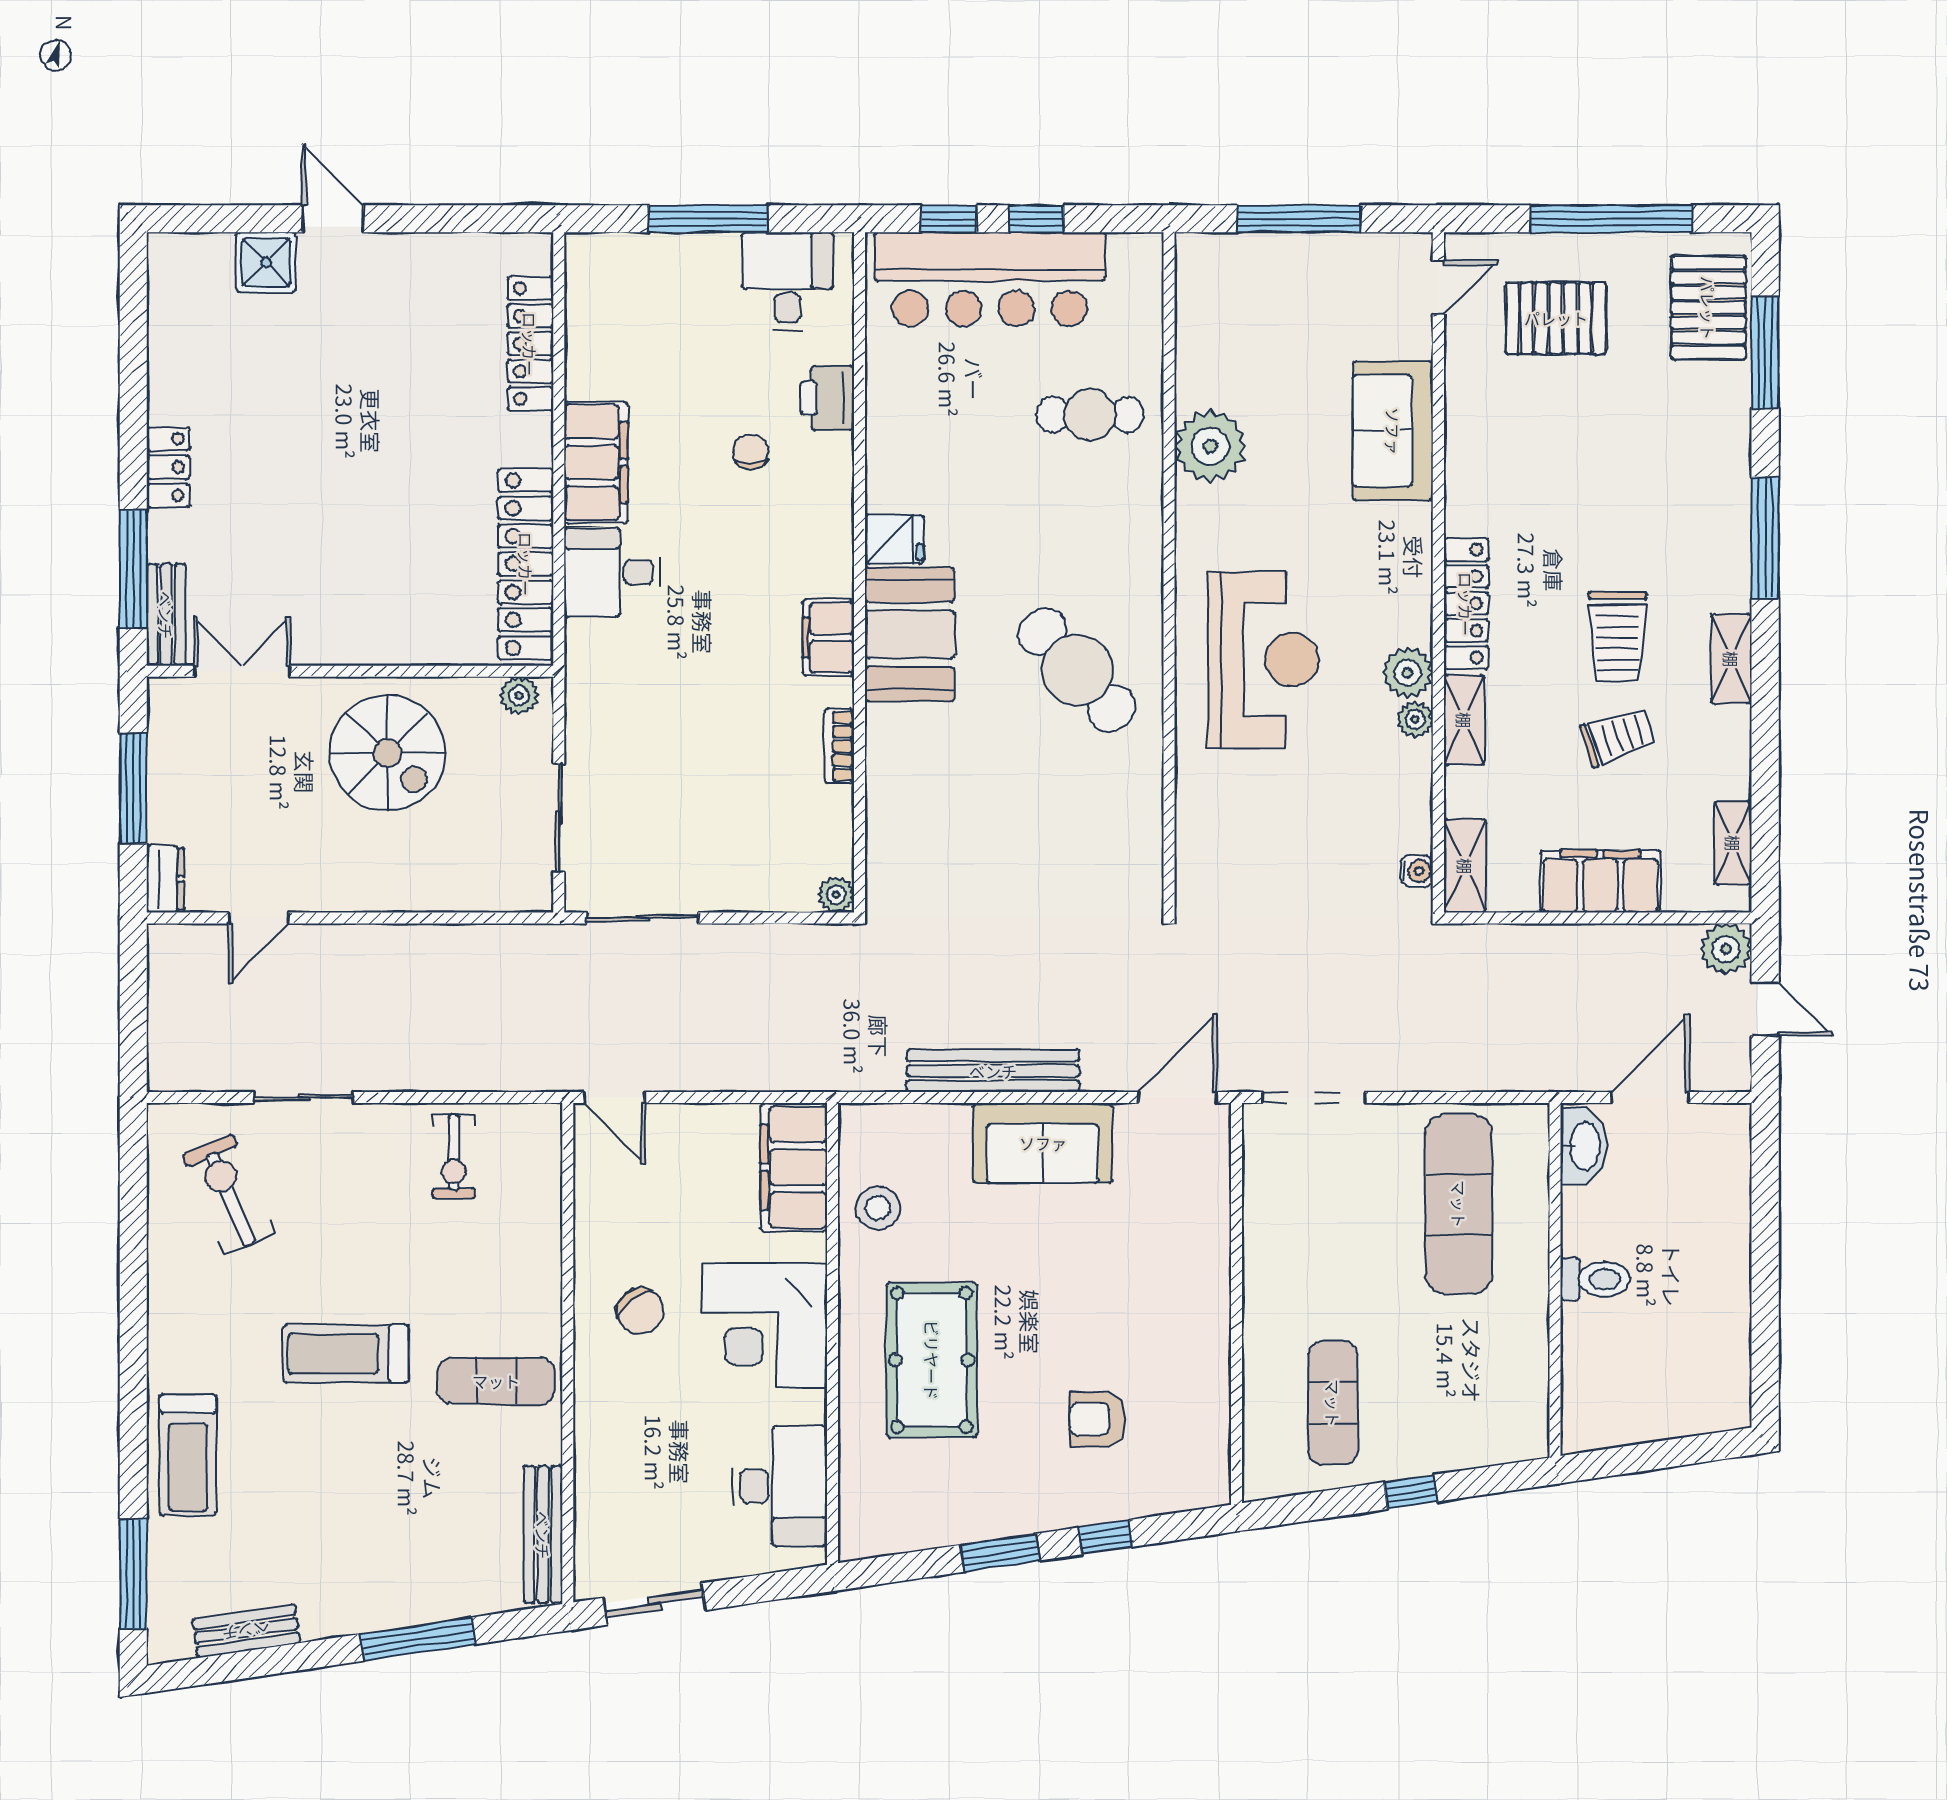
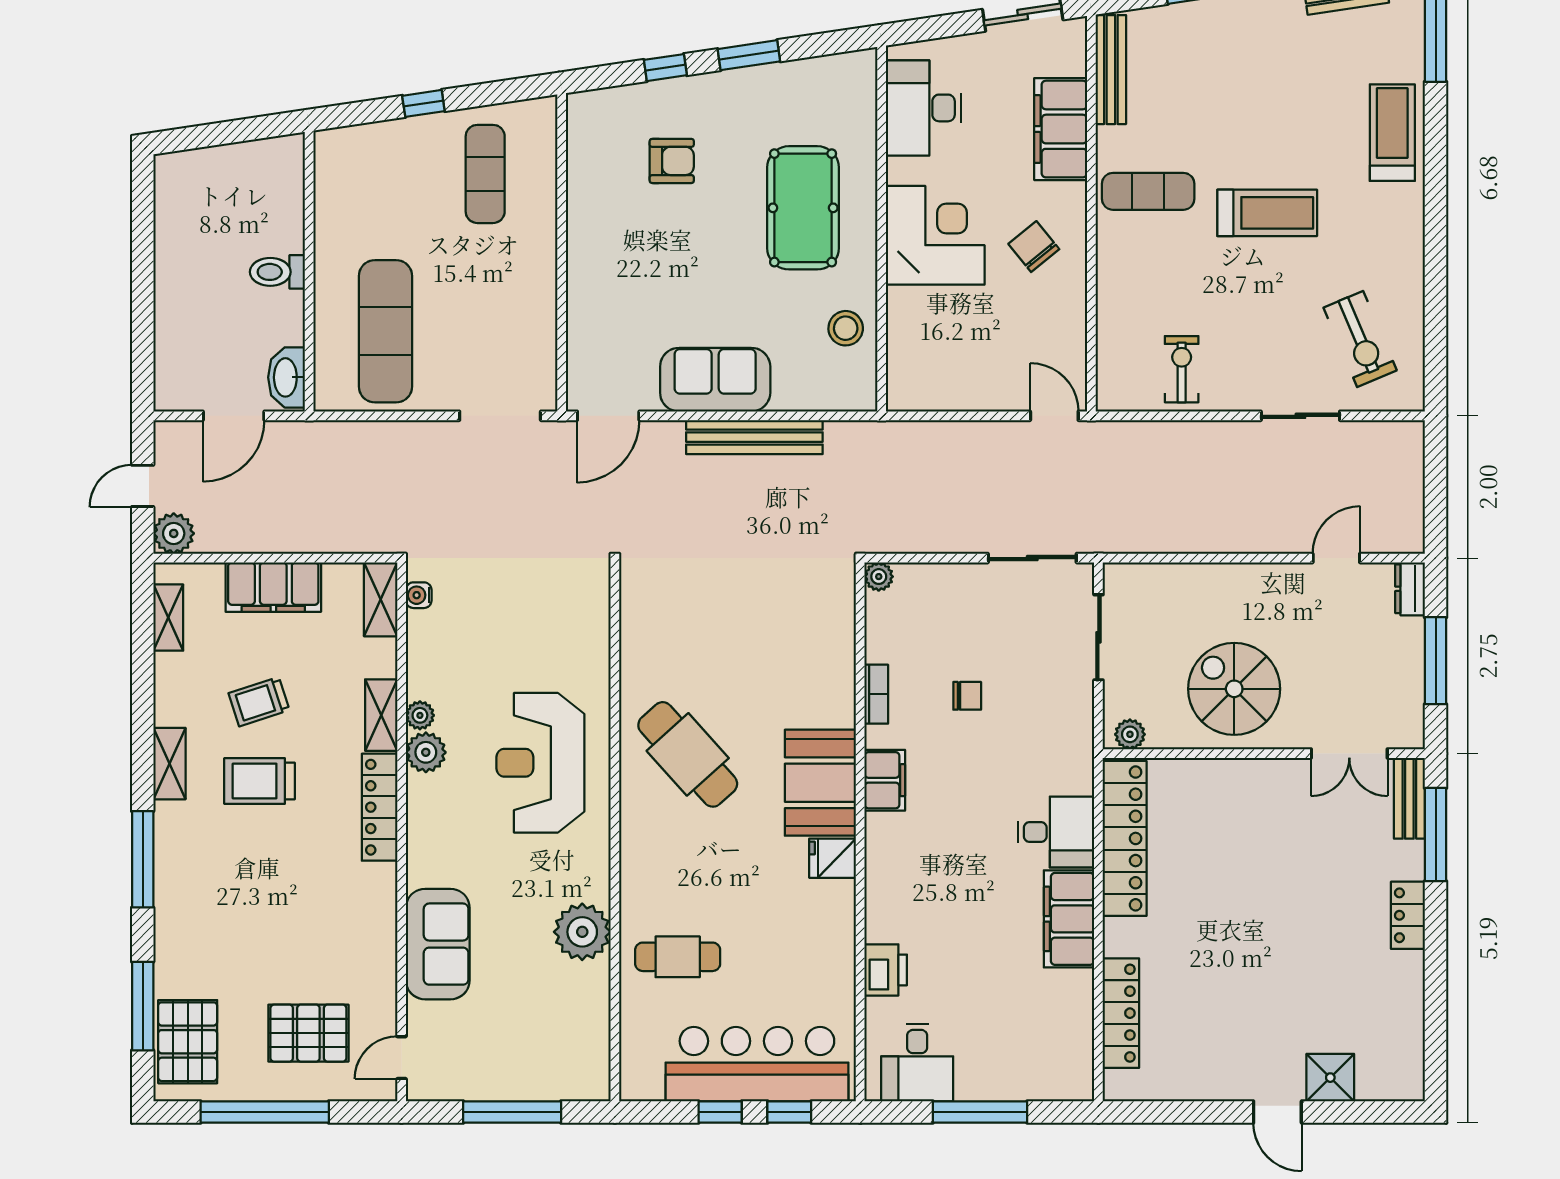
chair: (751, 452) -> (967, 696), moved, turned -90
trolley: (1618, 637) -> (259, 781), turned -90
door: (1765, 1009) -> (143, 486), hinge flipped
filing cabinet: (794, 1167) -> (1061, 129), moved, turned 180

